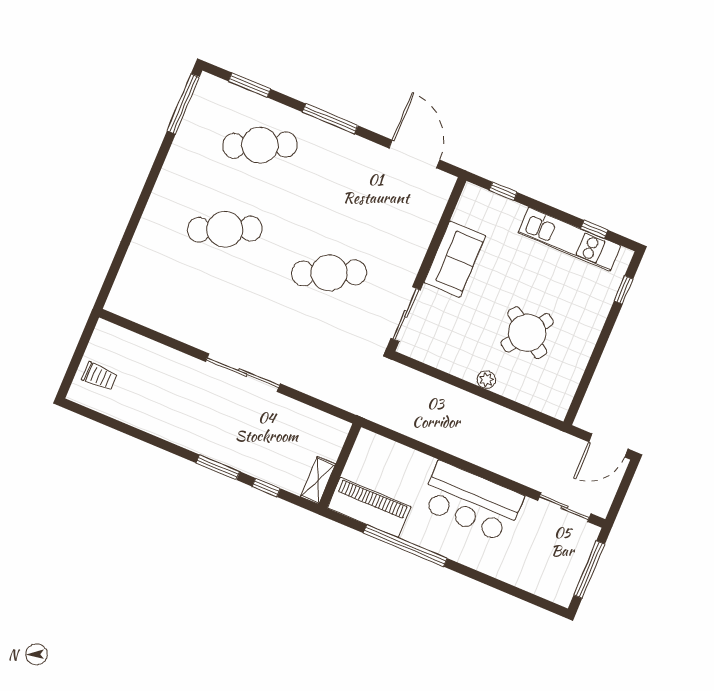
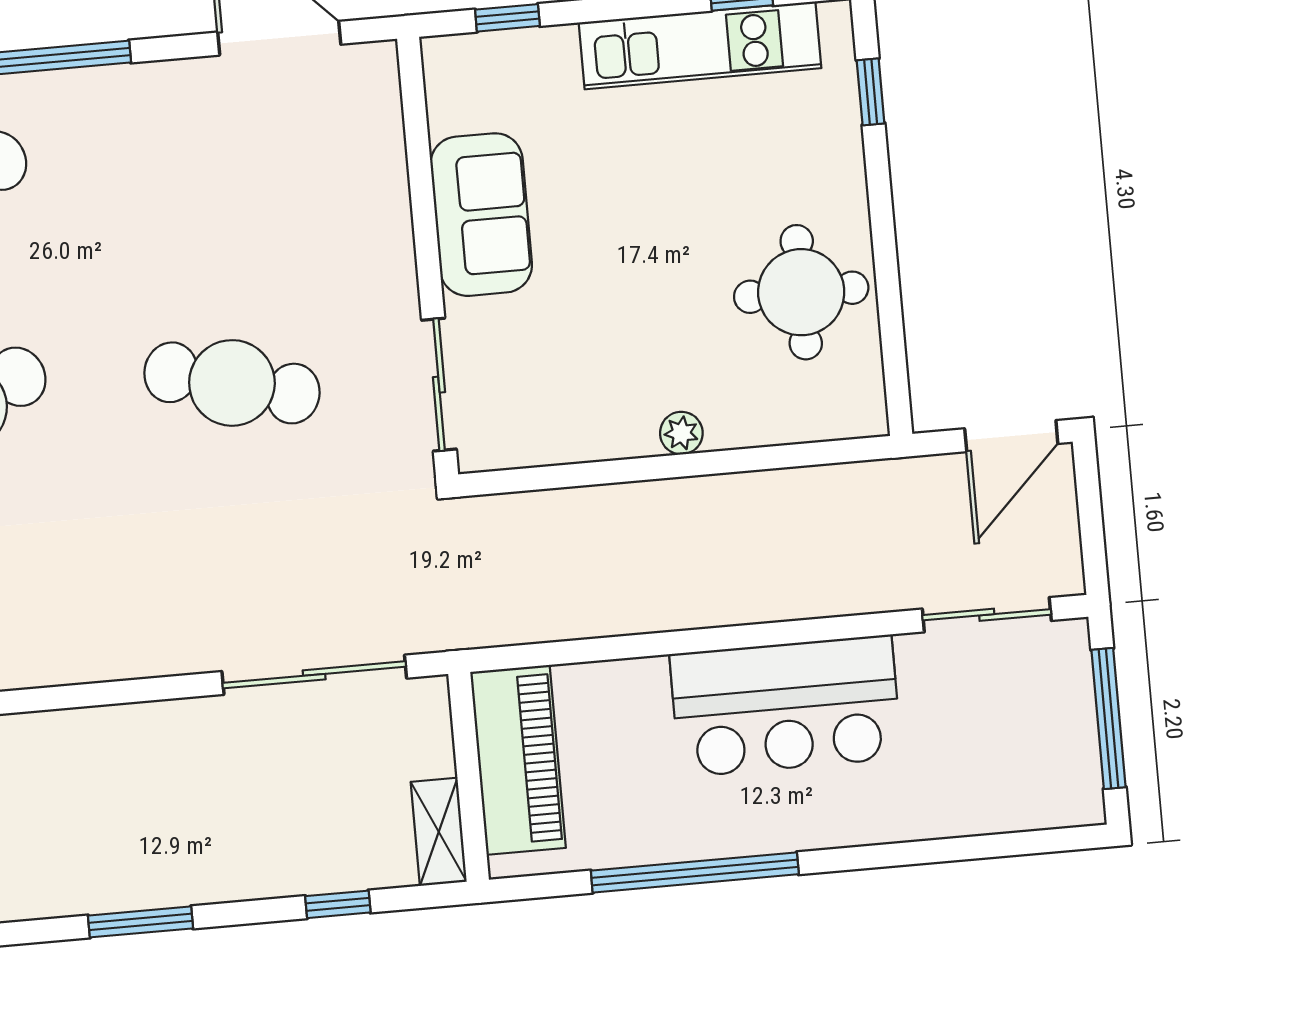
cafe table: (329, 273) -> (232, 383), turned 39
round table: (527, 333) -> (801, 292), moved, turned -35
sliding door: (243, 373) -> (314, 675), moved
window: (218, 467) -> (140, 922), moved
piano: (369, 507) -> (518, 760), moved, turned 90

